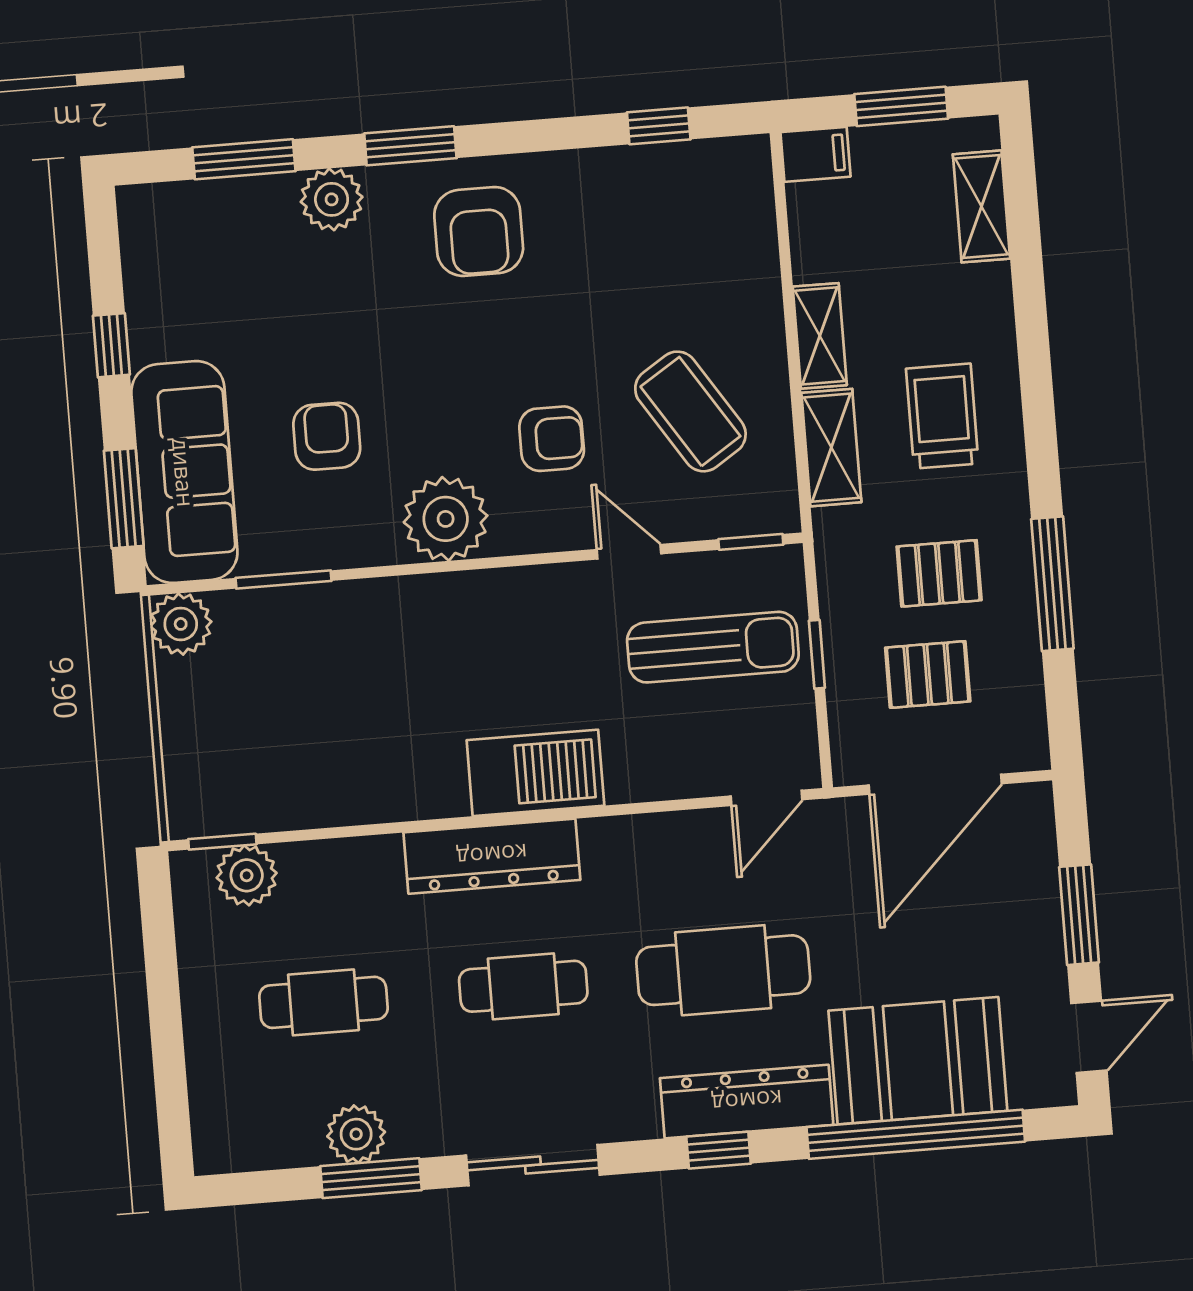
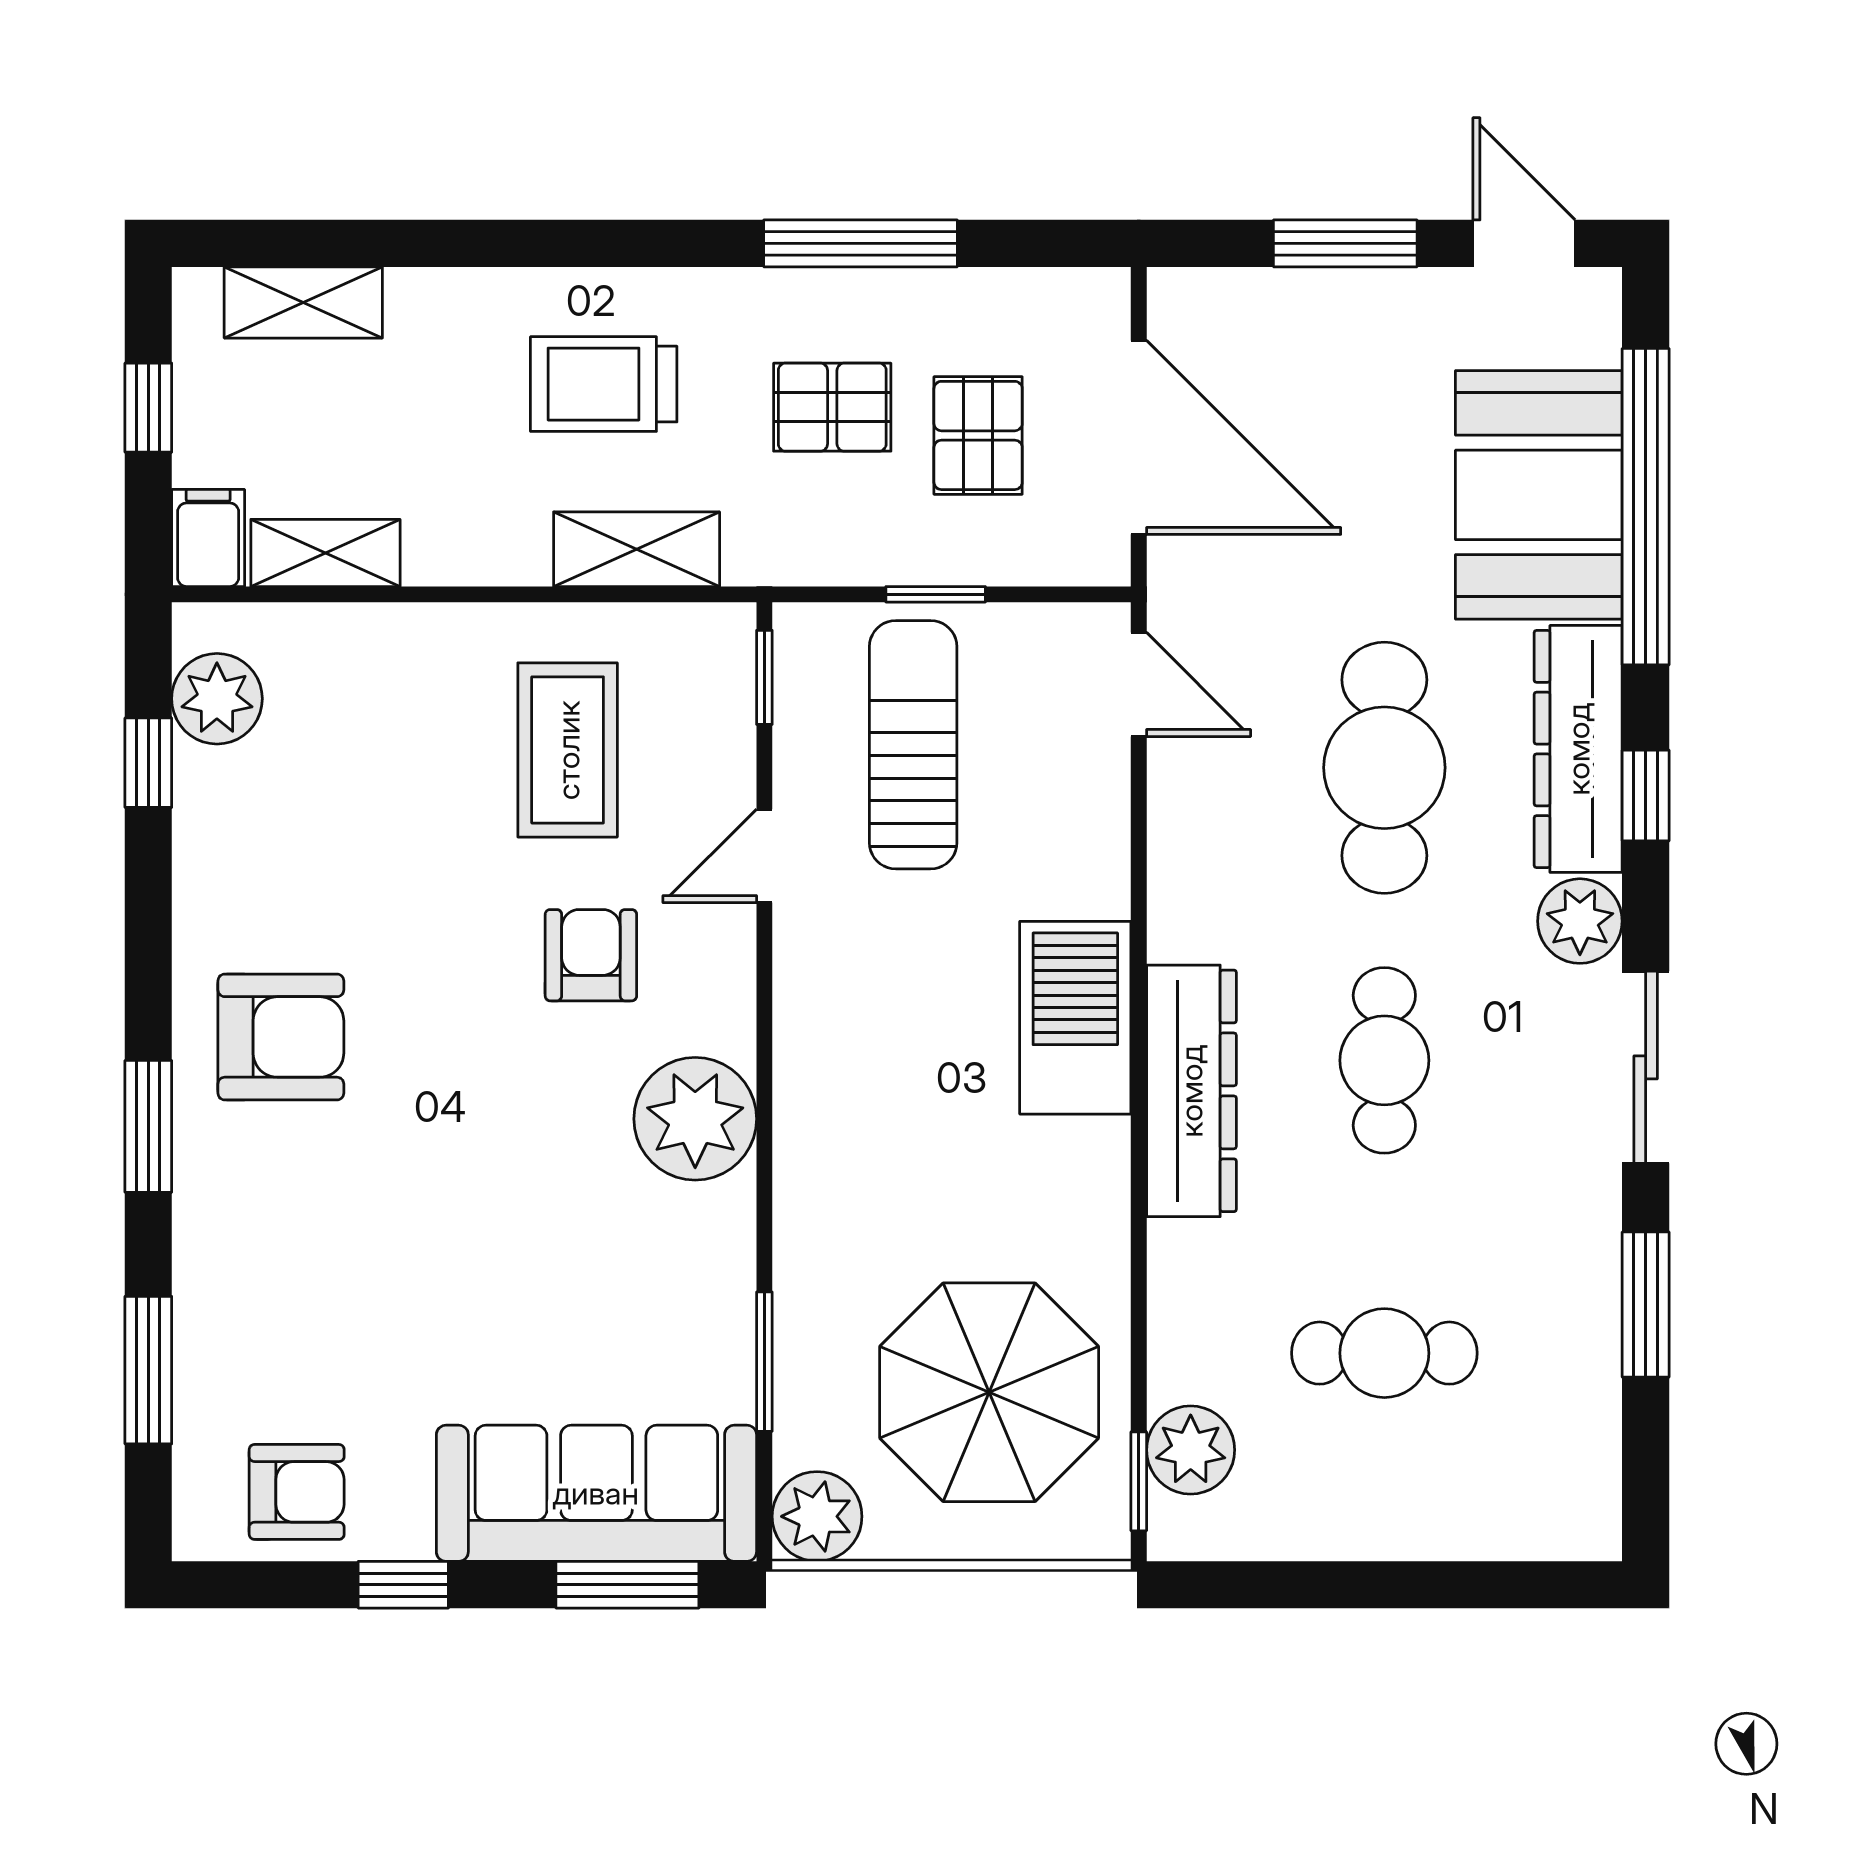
window: (901, 106) -> (148, 408), width x0.67
plant: (332, 199) -> (217, 699), moved
shelving: (820, 336) -> (325, 553), moved
coffee table: (690, 411) -> (568, 750), turned -57
armchair: (327, 436) -> (297, 1492), moved, turned 180
pallet: (939, 573) -> (832, 407), turned 90
parasol: (275, 735) -> (989, 1392), added
cafe table: (323, 1002) -> (1384, 1353), turned 90
plant: (356, 1134) -> (1580, 921), moved

